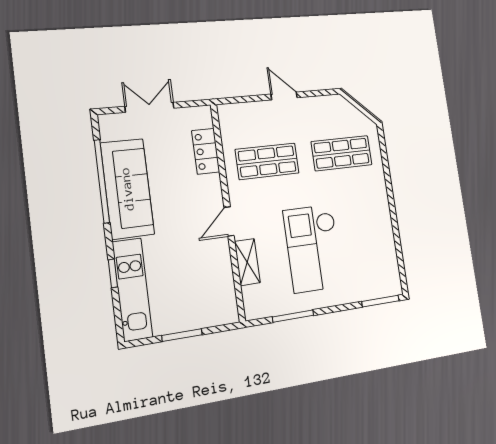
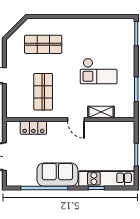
shop shelf: (342, 153) -> (43, 44), turned 90
sofa: (127, 189) -> (57, 175), width x0.73
checkout: (313, 248) -> (99, 71), width x0.73, depth x0.83

